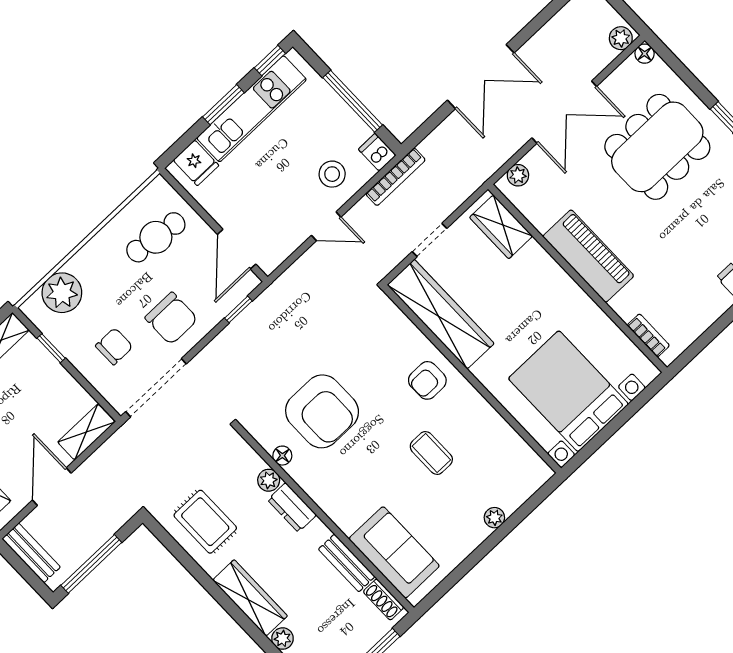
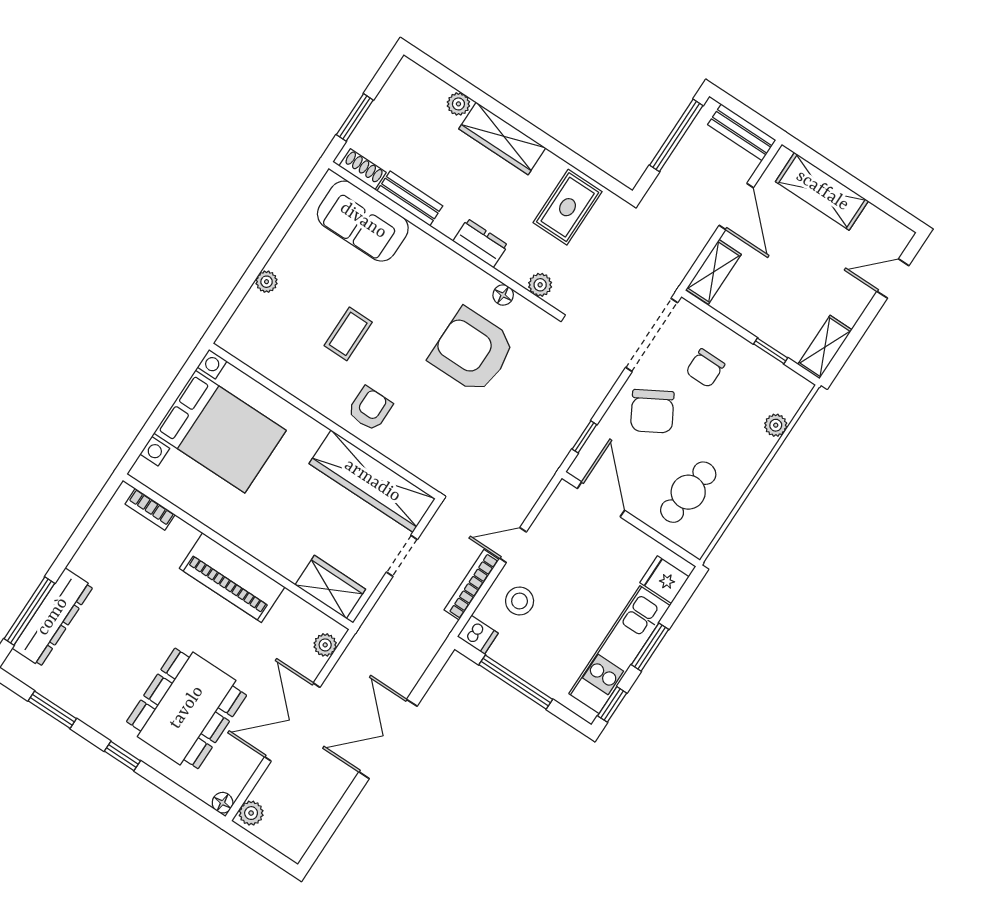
bookcase: (396, 177) -> (472, 585), moved
plant: (62, 293) -> (776, 425), width x0.53, depth x0.53
chair: (171, 318) -> (652, 411), turned -120
coffee table: (431, 453) -> (348, 334), turned 90
plant: (269, 480) -> (540, 285), moved
rug: (205, 522) -> (568, 207), turned 90

